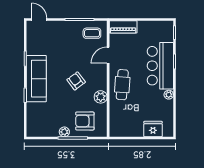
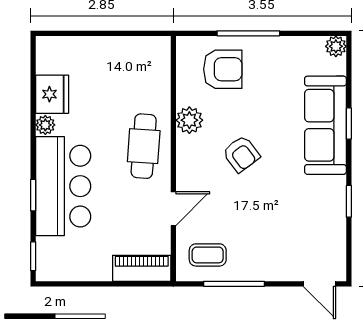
sofa: (36, 79) -> (325, 125), moved
fridge: (153, 129) -> (52, 94), moved, turned -90
plant: (64, 132) -> (336, 46), moved

